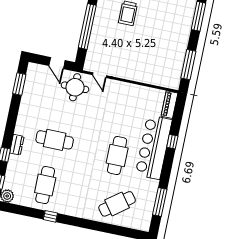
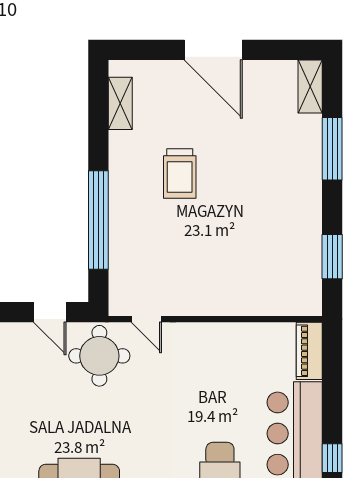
window: (188, 65) -> (332, 257), width x0.69
window: (172, 142) -> (332, 458), moved

